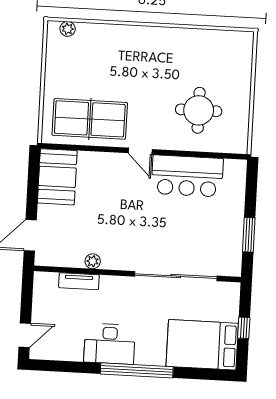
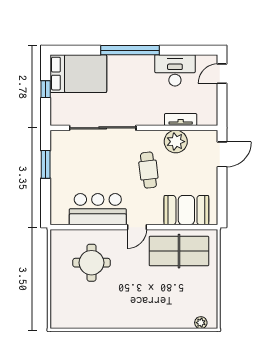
door: (140, 151) -> (137, 227), swing flipped
booth: (57, 177) -> (186, 210), moved, turned 90
cafe table: (122, 221) -> (148, 170), added
plant: (93, 261) -> (176, 142), width x1.88, depth x1.88
desk: (110, 344) -> (175, 70), moved

